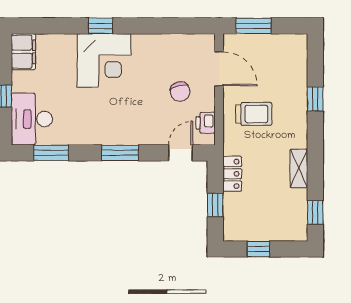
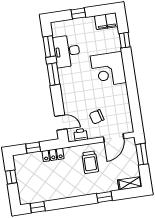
window: (101, 26) -> (125, 40), moved
desk: (32, 119) -> (67, 51), moved, turned -90
window: (120, 153) -> (53, 74), moved
shelving: (299, 168) -> (130, 183), moved

